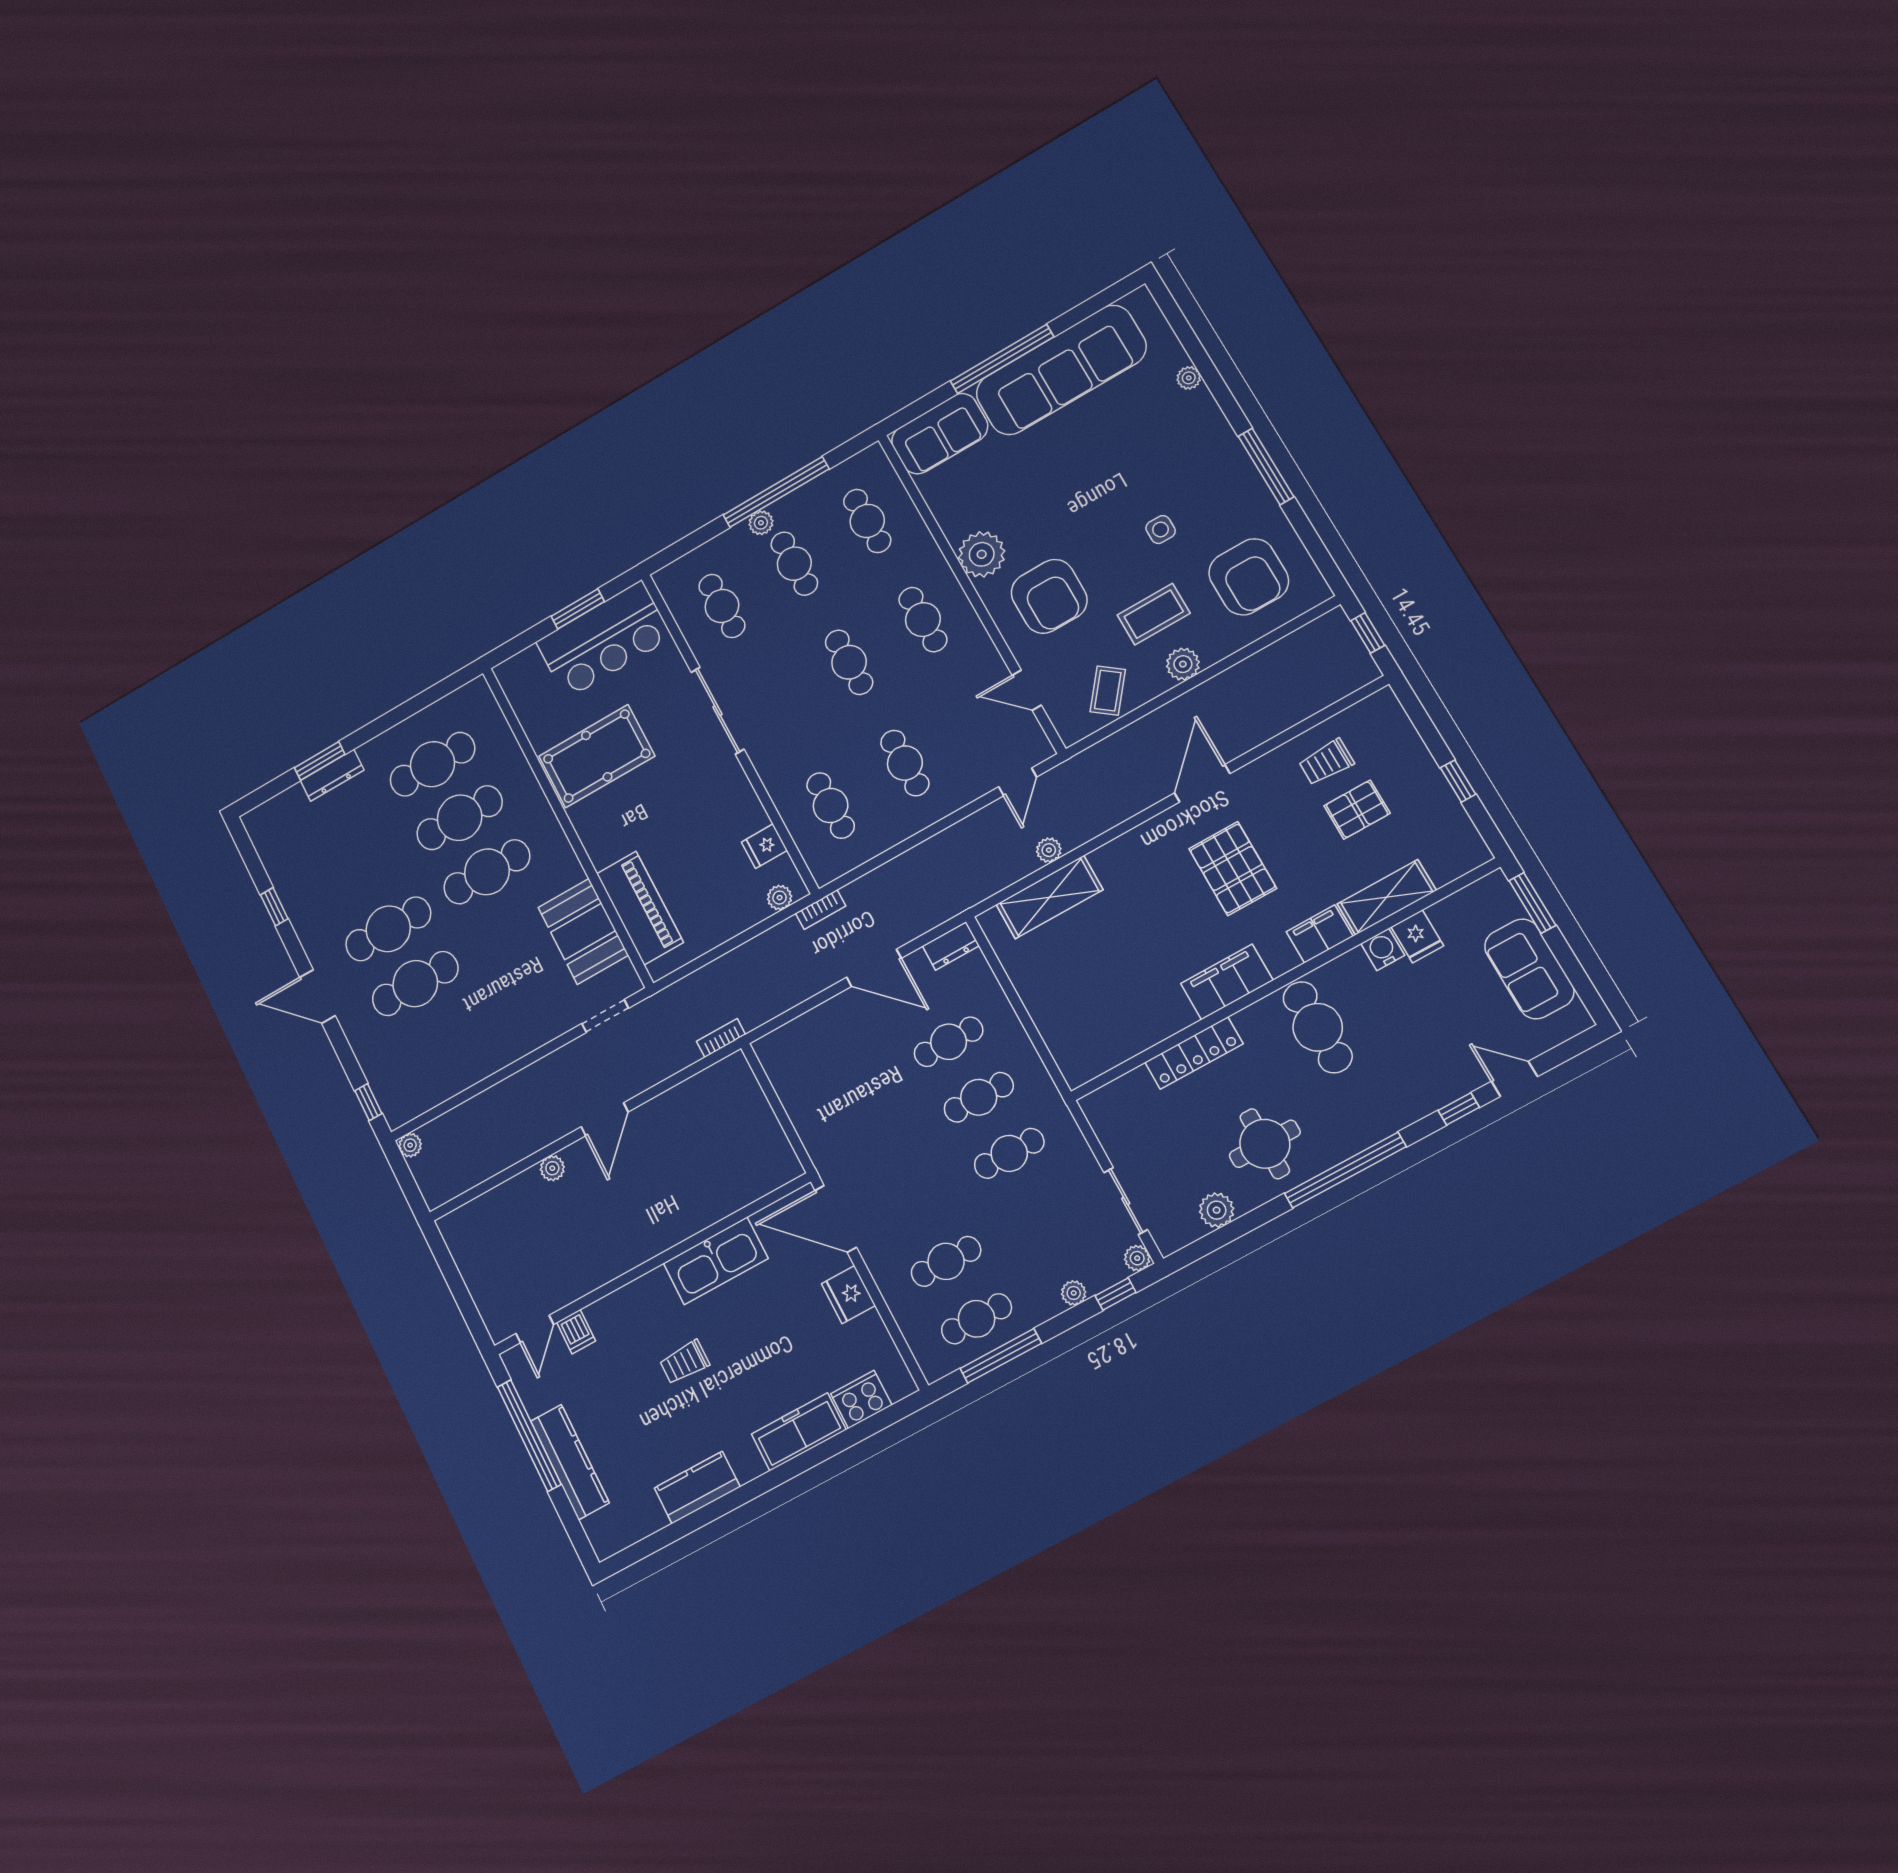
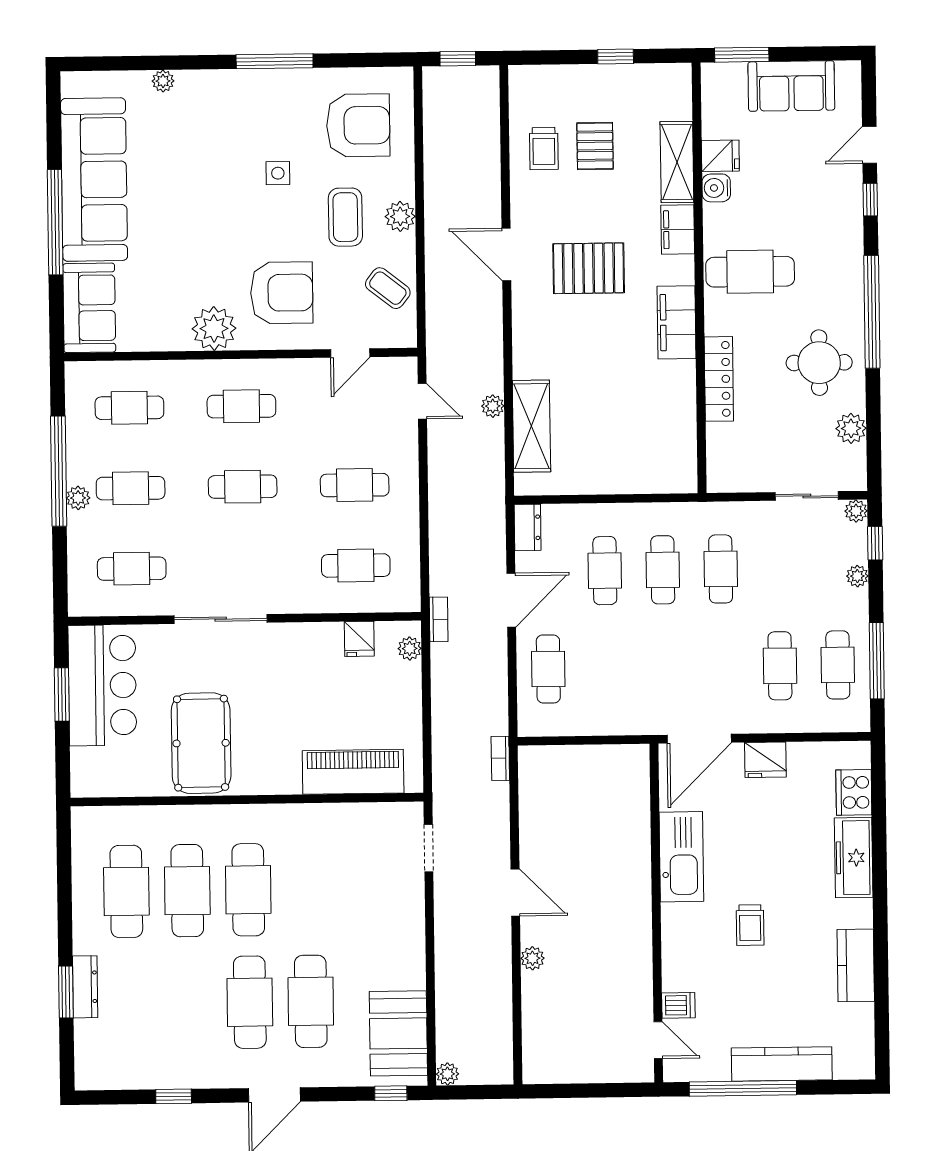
booth: (583, 931) -> (398, 1033), moved, turned 90
cafe table: (827, 1038) -> (548, 669), added

